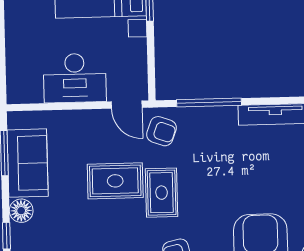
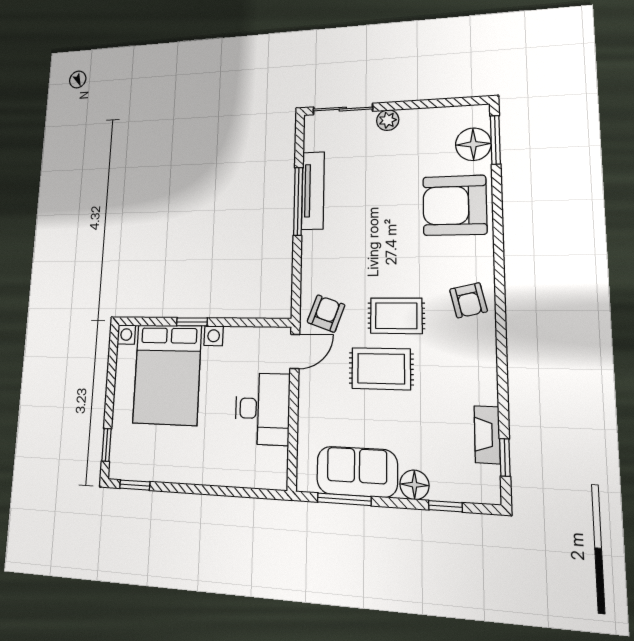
window: (209, 102) -> (298, 201), moved
rug: (115, 181) -> (381, 369), turned 90

